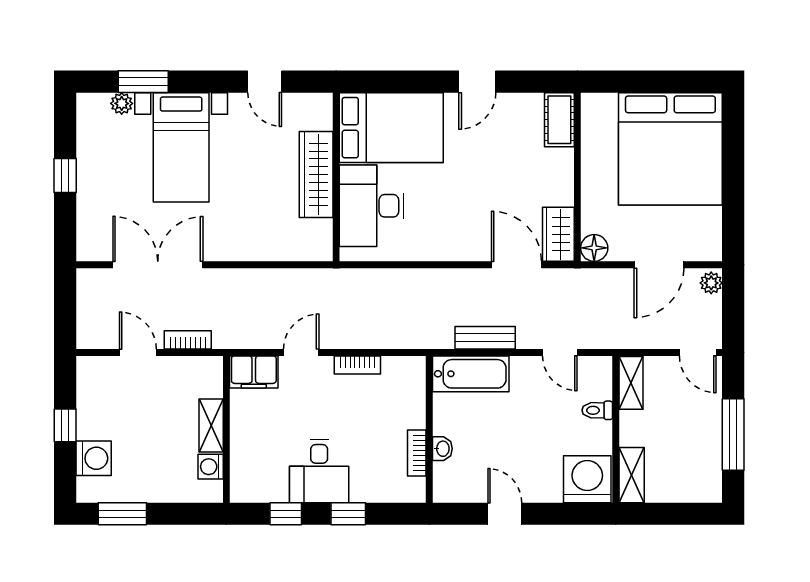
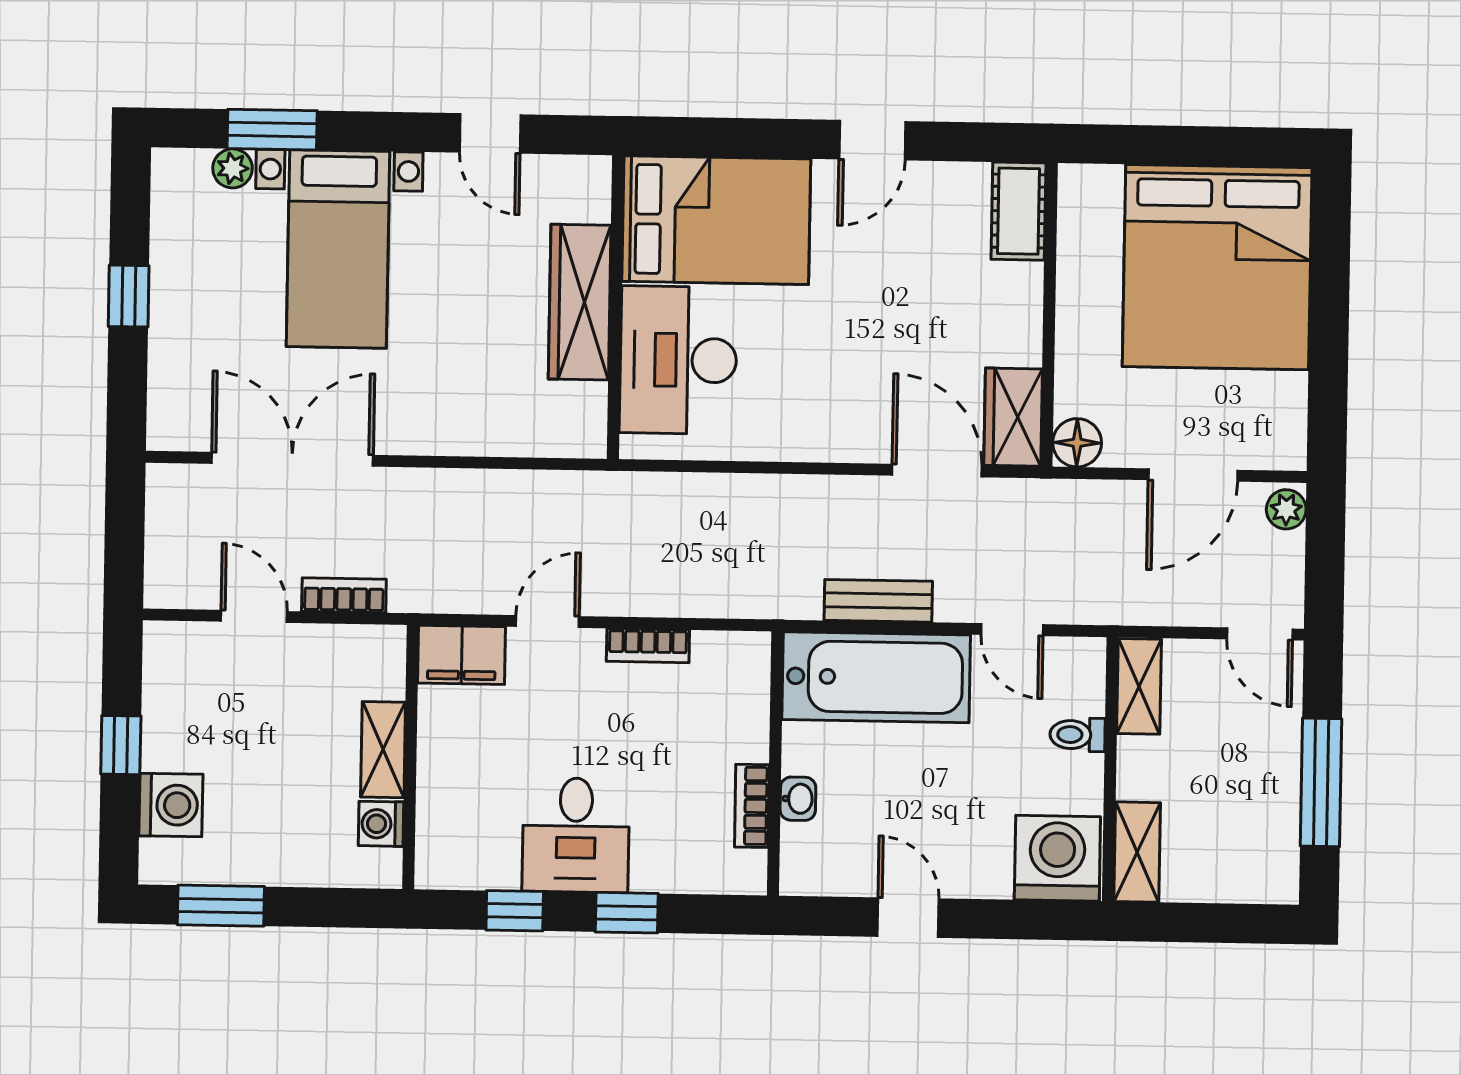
bathtub: (471, 374) -> (876, 677), width x1.36, depth x1.36

